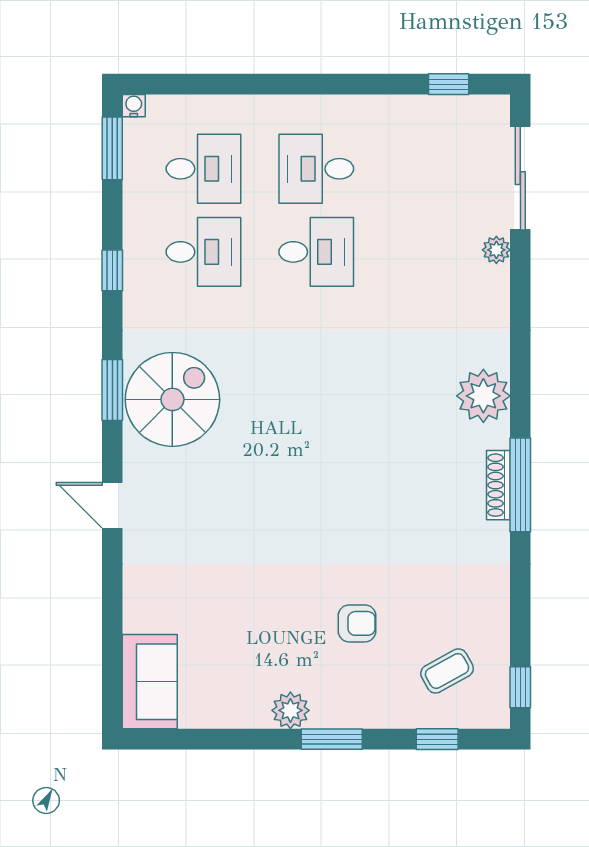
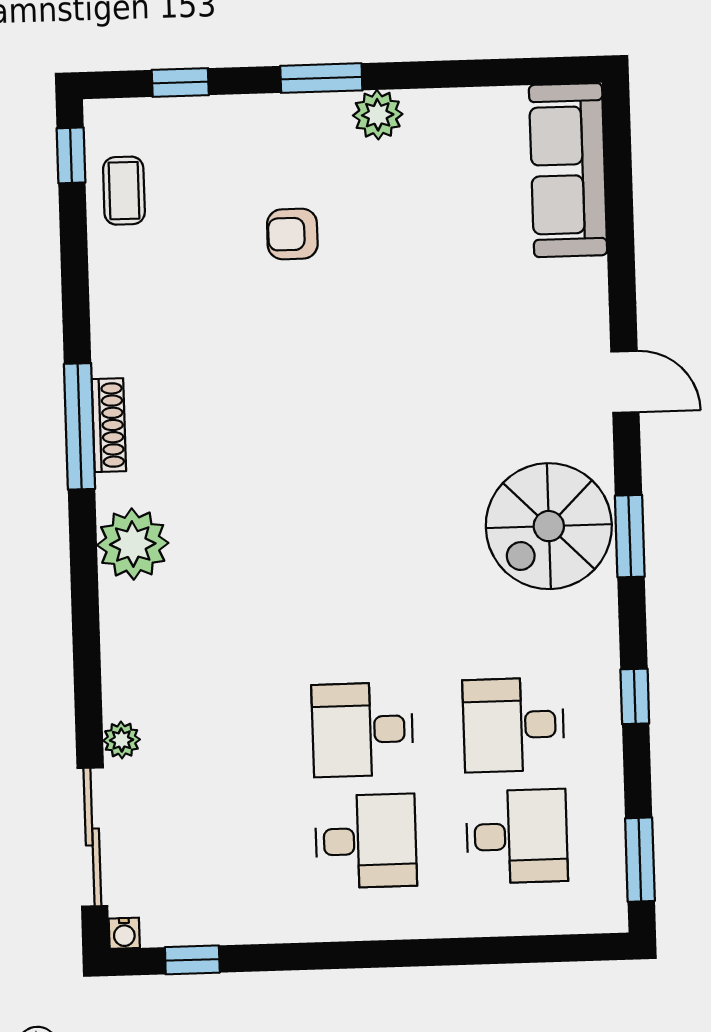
water cooler: (134, 106) -> (124, 933), moved
desk: (204, 169) -> (517, 836), turned 180
coffee table: (447, 671) -> (124, 191), moved, turned -61
sofa: (150, 682) -> (568, 170), width x1.36

